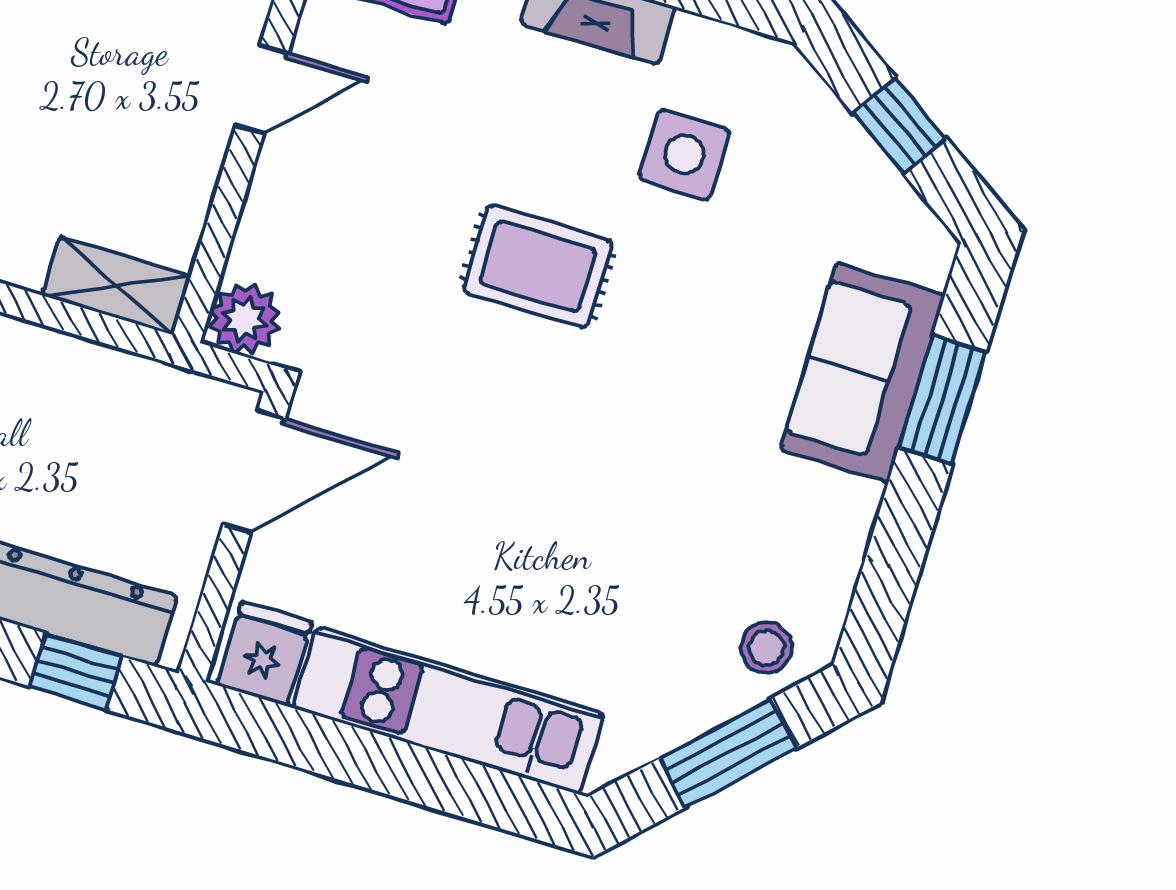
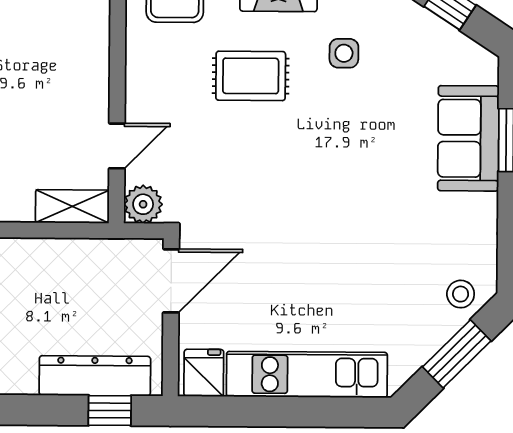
door: (262, 89) -> (117, 146), moved
side table: (684, 154) -> (344, 53), width x0.73, depth x0.73
rug: (538, 266) -> (251, 76), moved

